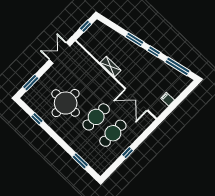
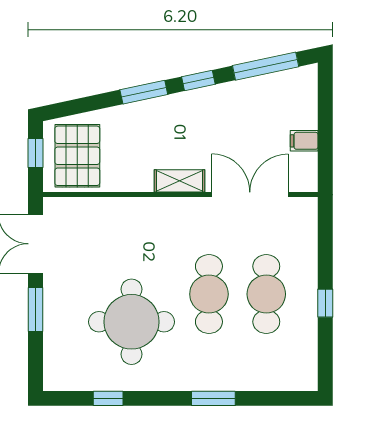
pallet: (97, 39) -> (77, 156), added
shelving: (111, 67) -> (179, 181), moved
window: (31, 83) -> (35, 310), moved
double door: (136, 99) -> (250, 195), swing flipped
window: (80, 161) -> (213, 398), moved

